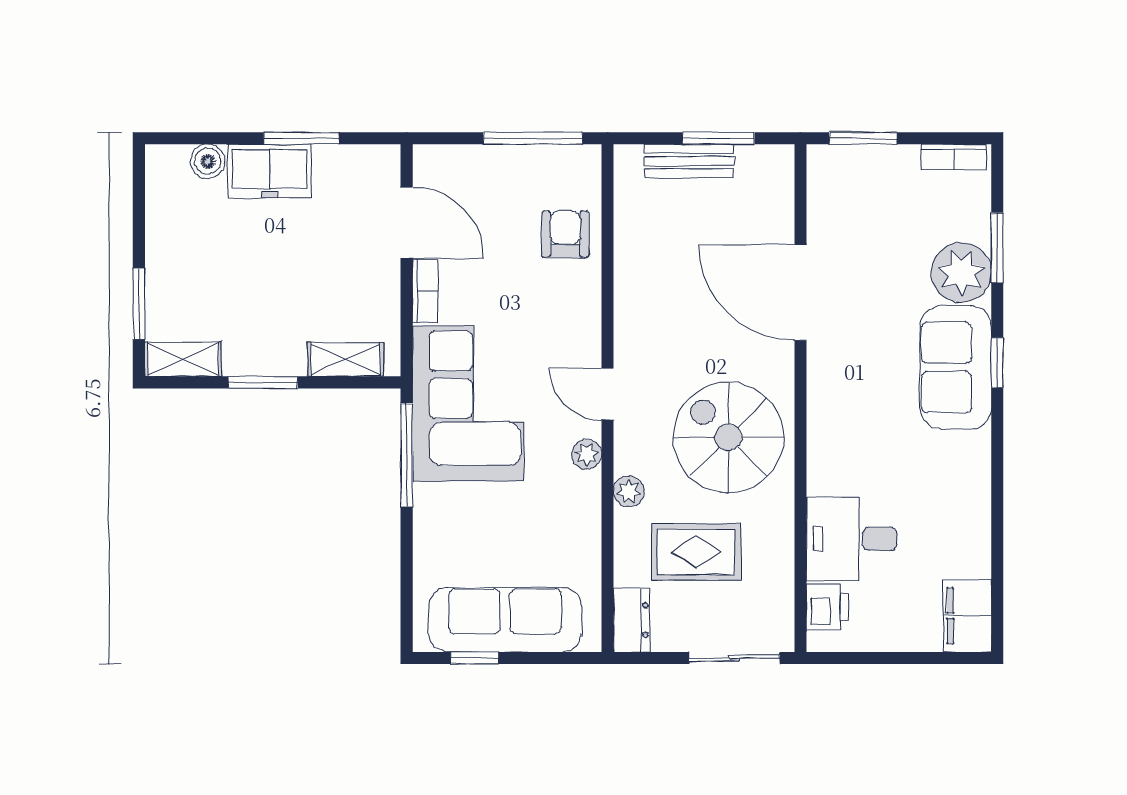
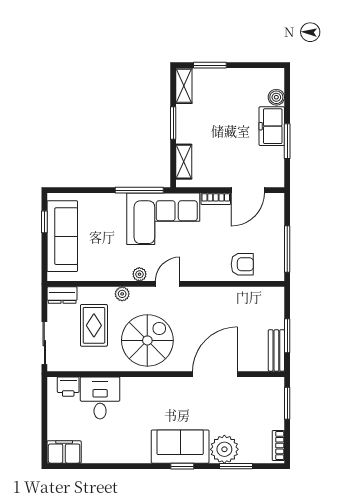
bench: (689, 161) -> (276, 350), moved

